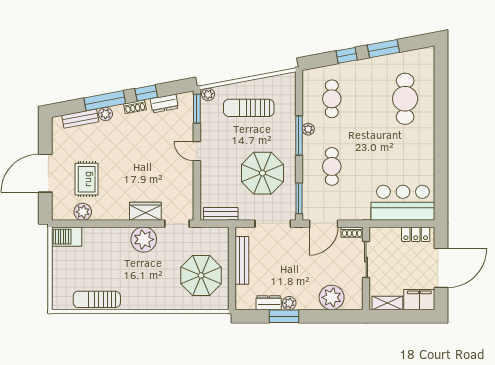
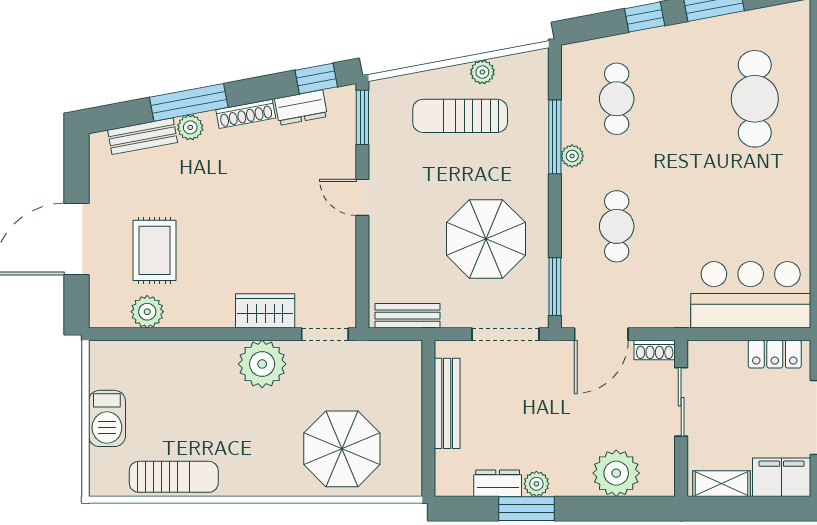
window: (146, 93) -> (316, 79), moved
plant: (208, 94) -> (482, 72), moved
shoe rack: (135, 107) -> (246, 114), width x1.43
window: (299, 135) -> (555, 137), moved
barbecue: (67, 237) -> (107, 418), moved, turned -90
parasol: (201, 275) -> (342, 449), moved
sun lounger: (97, 299) -> (174, 477), turned 180

